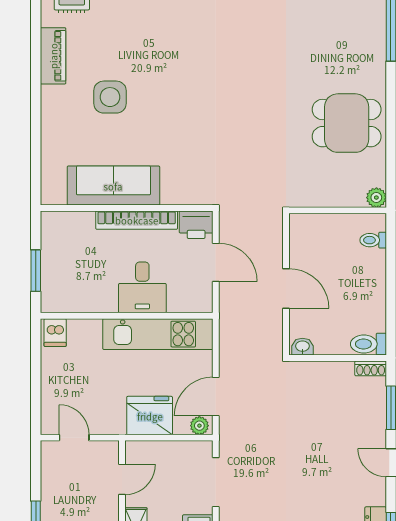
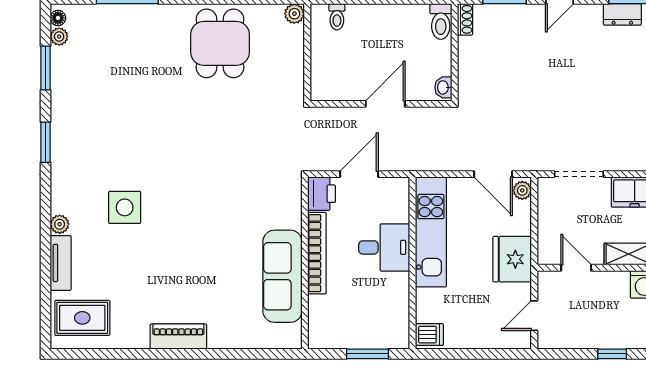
piano: (53, 56) -> (178, 337), moved
side table: (110, 97) -> (125, 207), moved
fridge: (150, 416) -> (512, 259), moved

